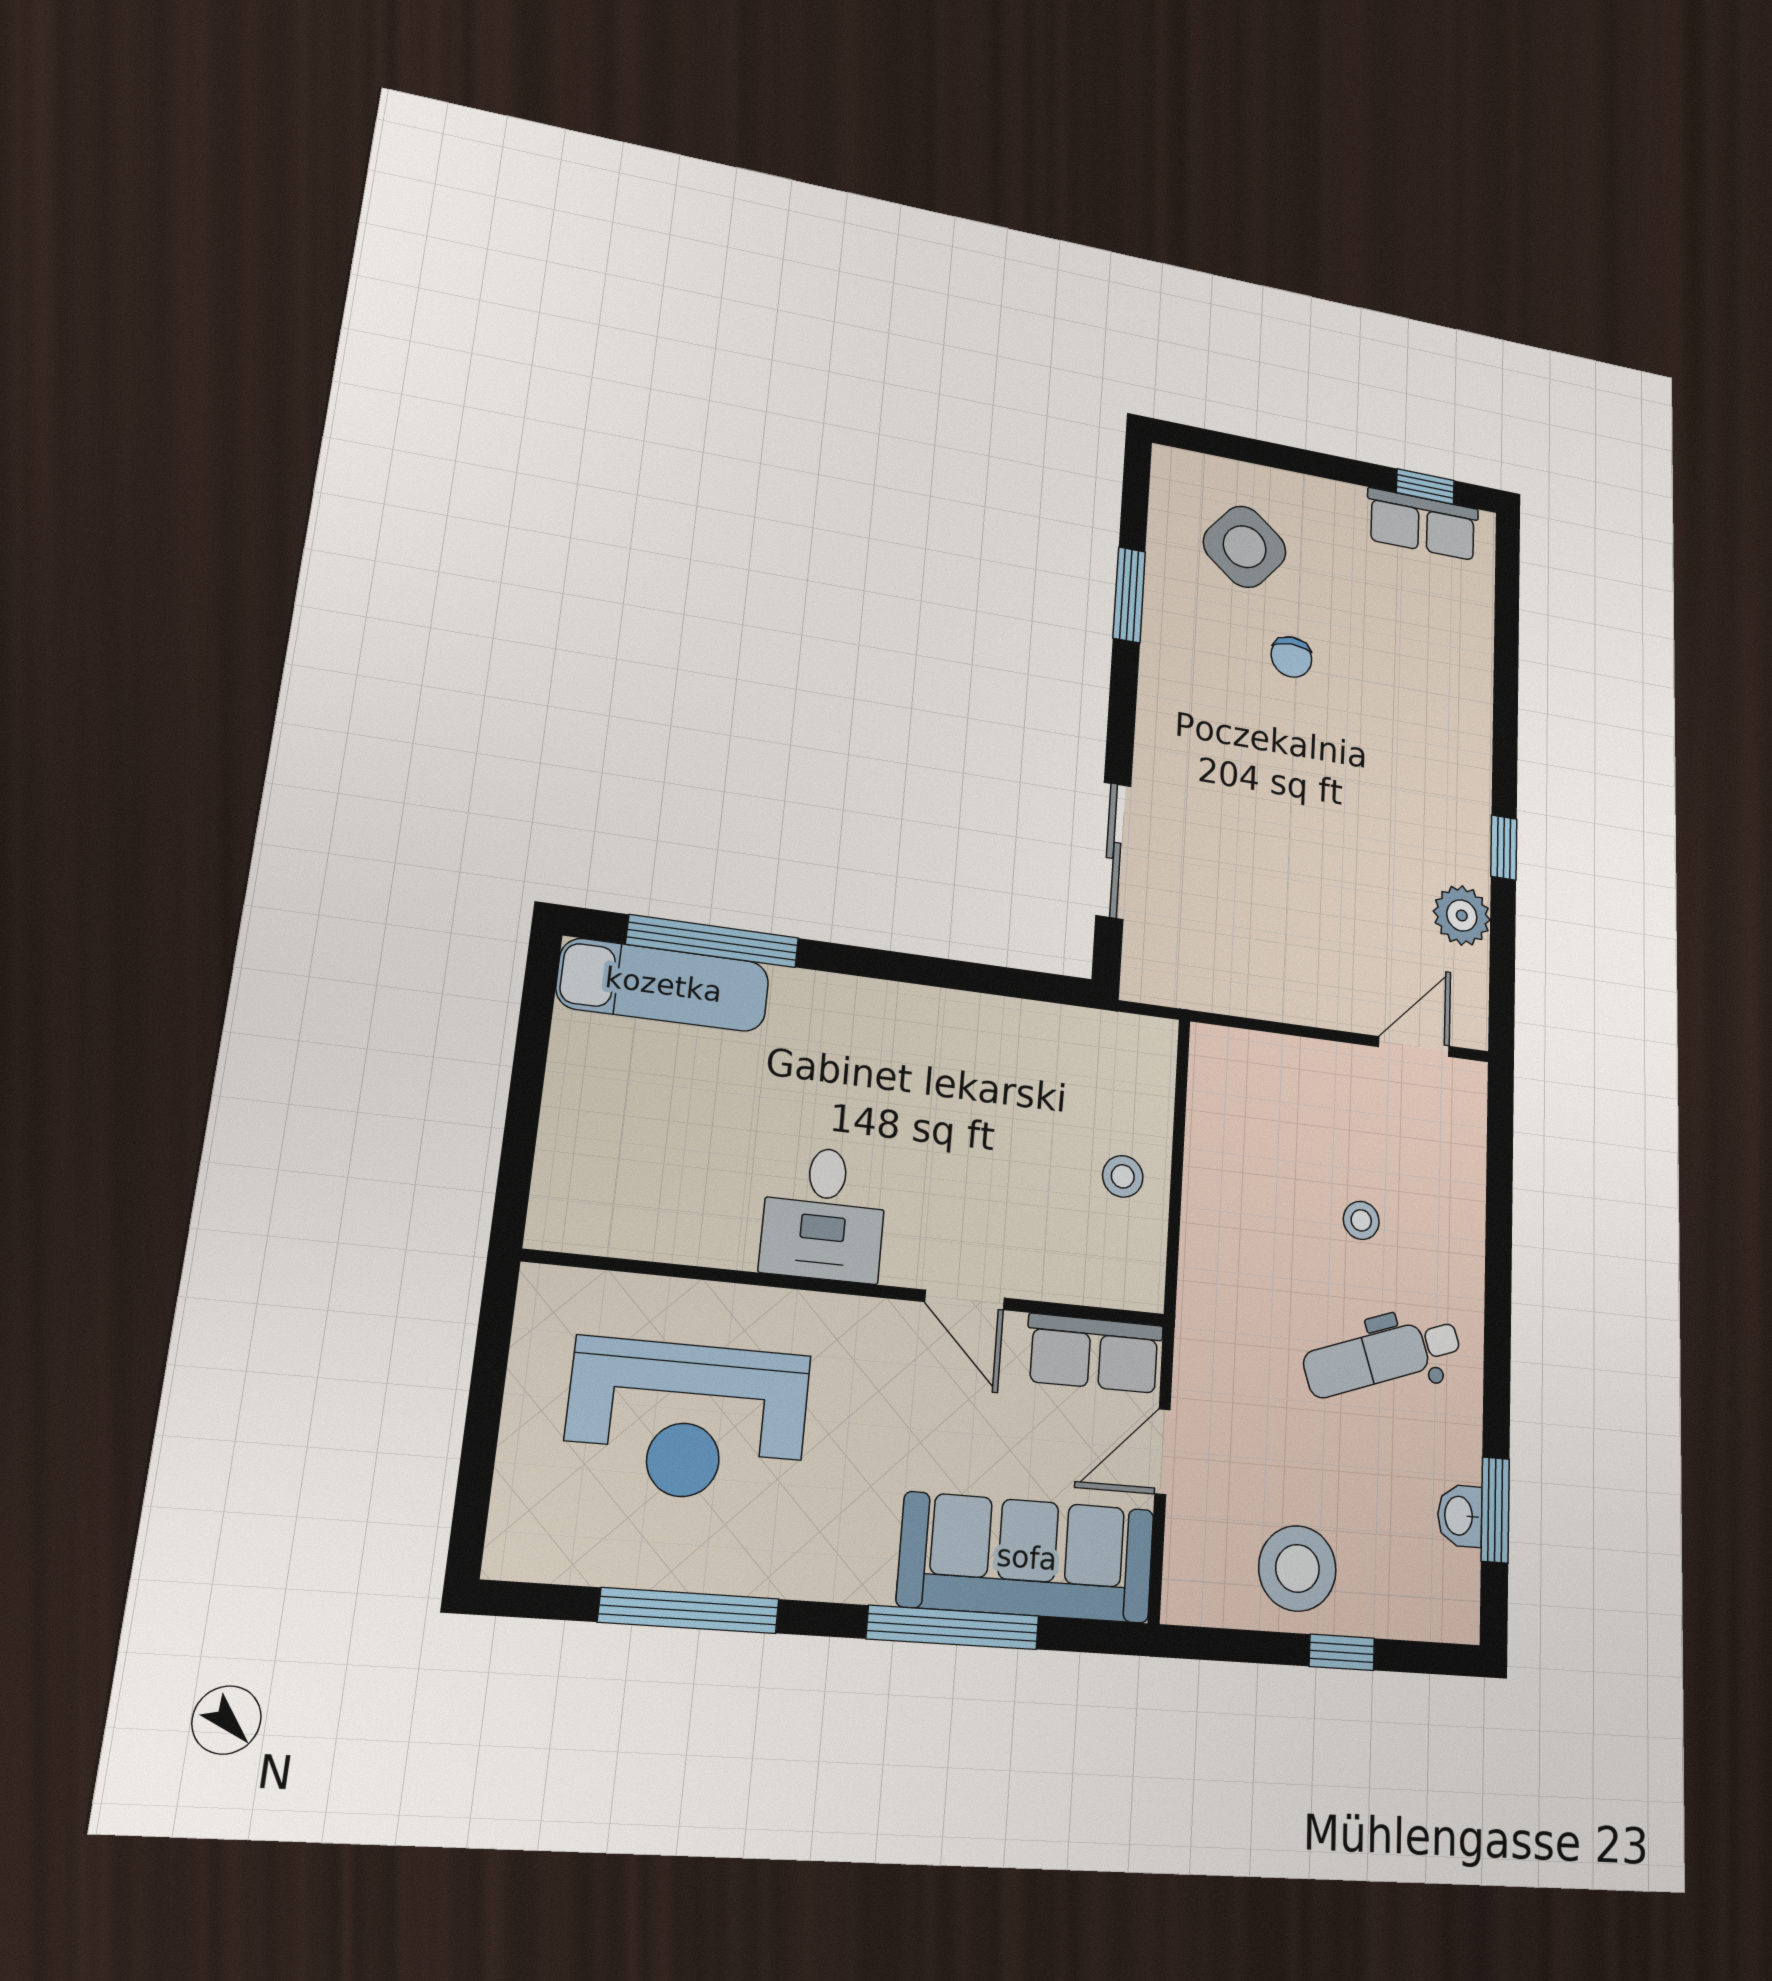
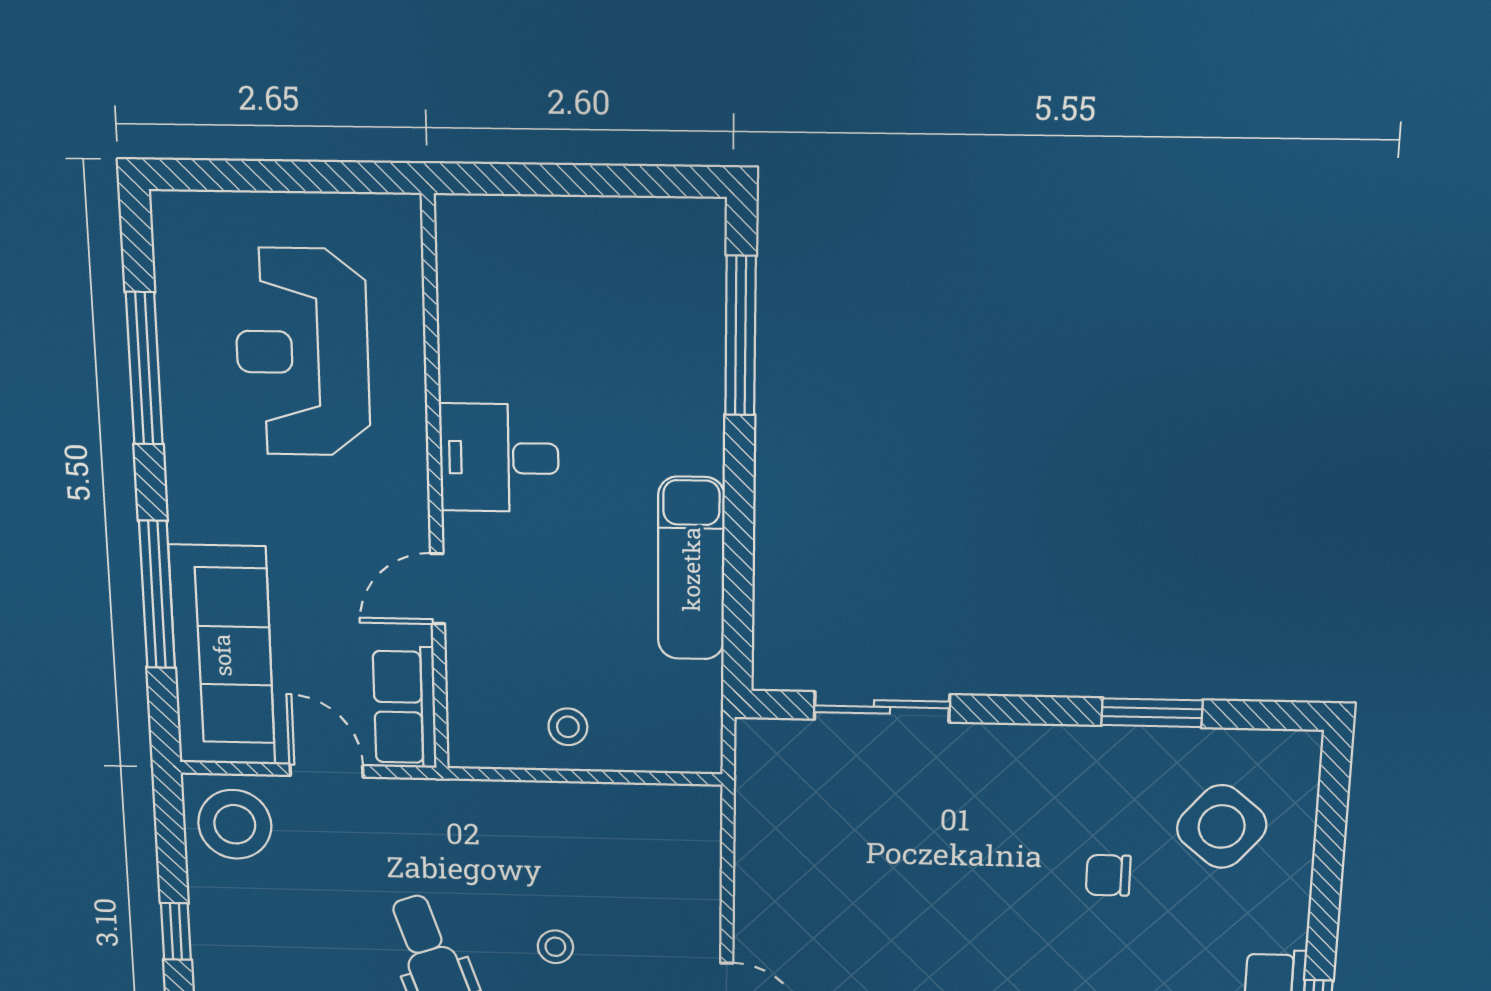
exam couch: (663, 985) -> (691, 569), moved
stool: (1297, 1568) -> (235, 824), moved

